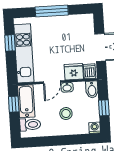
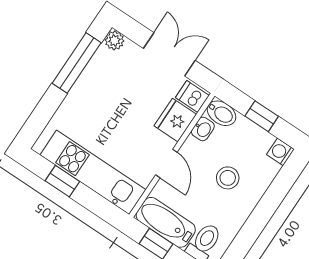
window: (52, 11) -> (77, 63), moved
plant: (88, 19) -> (114, 40), added
washbasin: (67, 87) -> (203, 129), moved

